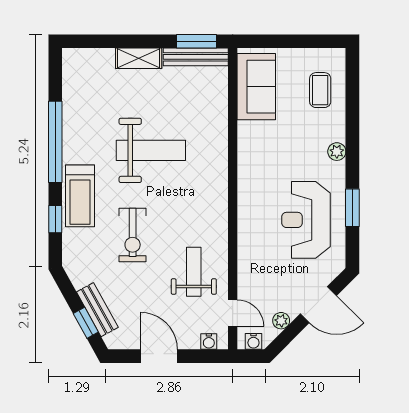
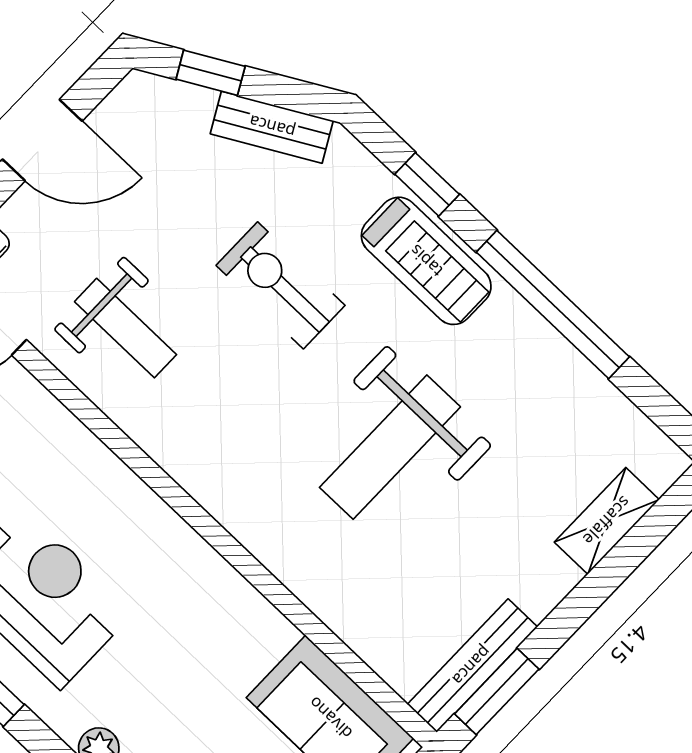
shelving: (139, 58) -> (607, 521), moved
treadmill: (80, 196) -> (426, 261), turned 180
bench: (97, 310) -> (272, 127), moved

